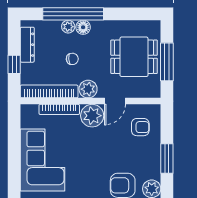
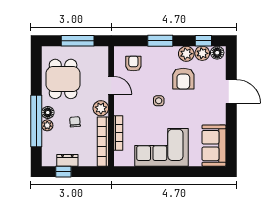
dresser: (27, 45) -> (67, 160), width x0.70
dining table: (134, 57) -> (63, 79), moved
window: (14, 64) -> (63, 172), moved
plant: (92, 116) -> (124, 105), removed
side table: (97, 157) -> (159, 101), added

